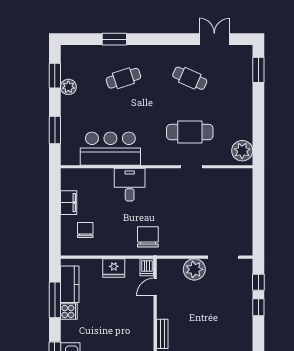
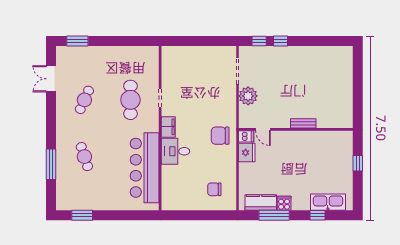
window: (114, 39) -> (51, 164), width x1.44
plant: (68, 87) -> (92, 204), removed
window: (55, 130) -> (129, 215), removed
bar counter: (110, 149) -> (145, 168), width x1.36
plant: (242, 151) -> (146, 55), removed
filing cabinet: (69, 203) -> (168, 127), moved, turned 90
fridge: (114, 268) -> (247, 153), moved

